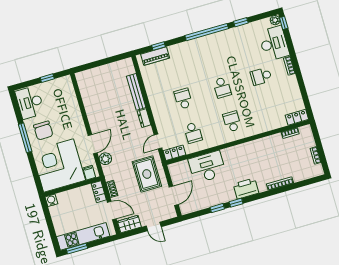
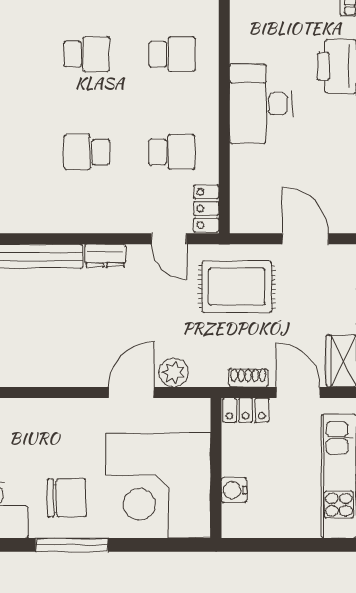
school desk: (232, 121) -> (172, 54), turned 180
door: (93, 144) -> (131, 393), hinge flipped
desk: (207, 167) -> (261, 104), moved
filing cabinet: (89, 173) -> (195, 419), removed
water cooler: (51, 200) -> (234, 490), moved
door: (112, 211) -> (298, 393), hinge flipped

